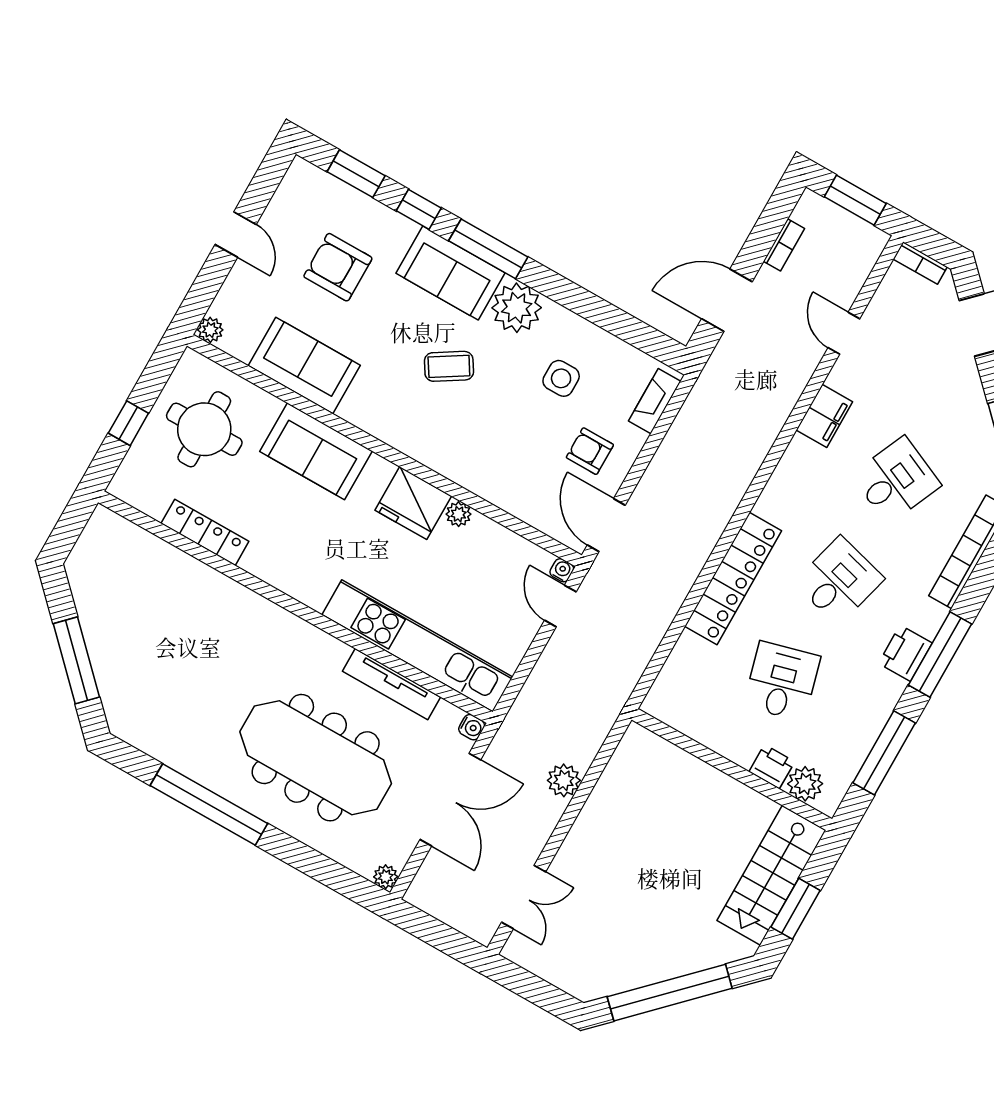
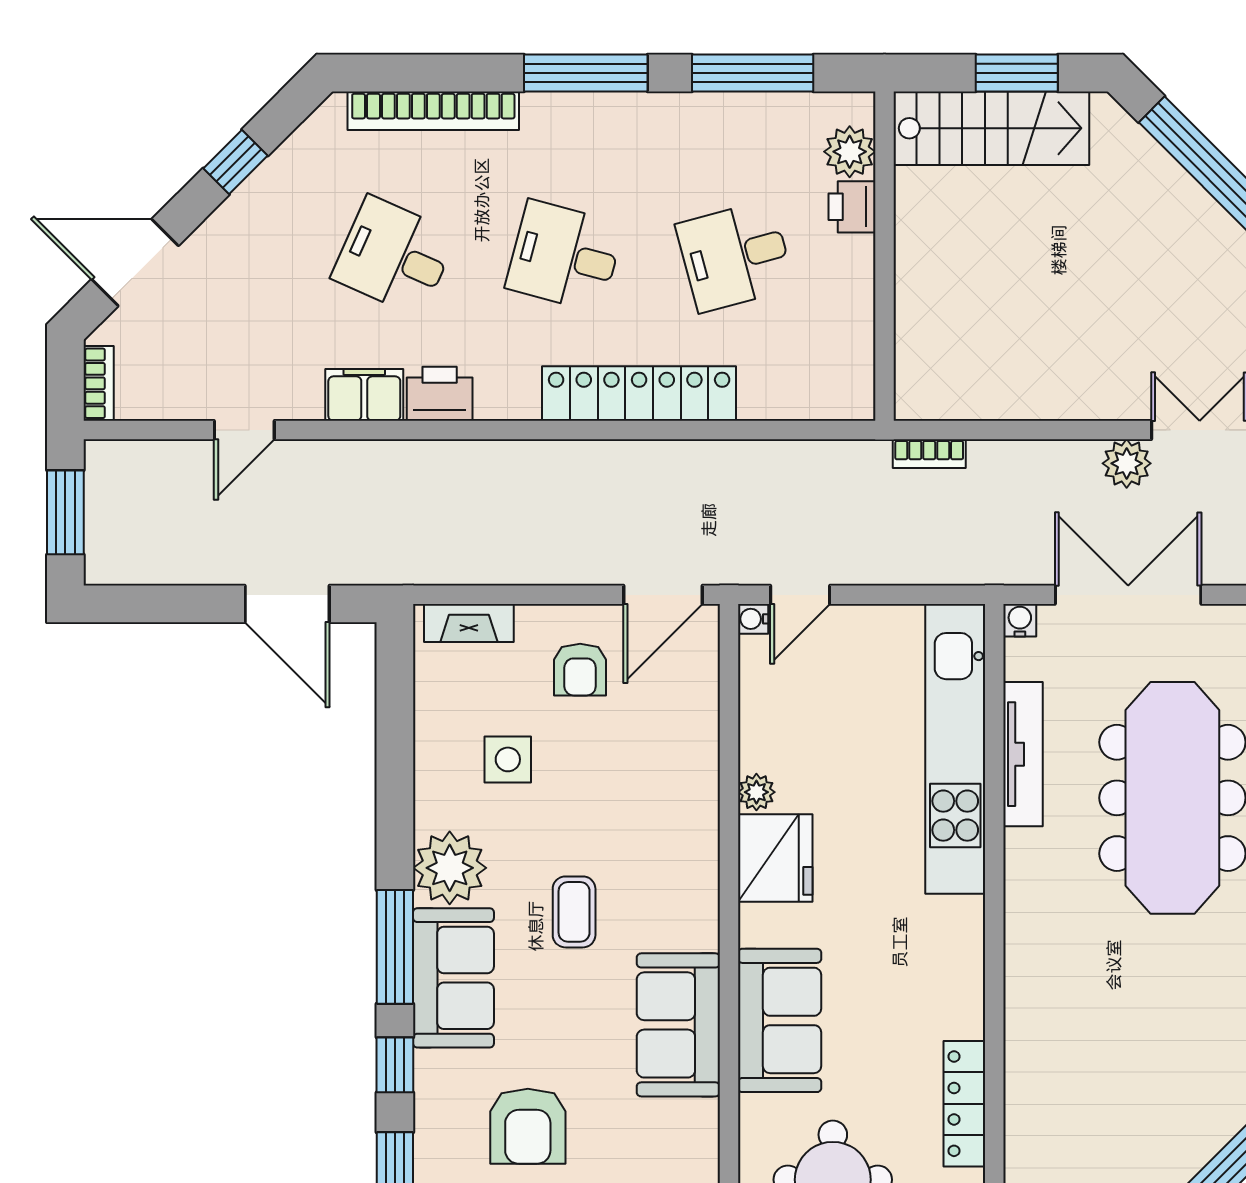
bookcase: (784, 245) -> (929, 454), moved, turned 180
sofa: (304, 365) -> (678, 1025), moved
coffee table: (449, 366) -> (574, 912), turned 32
printer: (905, 653) -> (440, 394), moved, turned 180
plant: (564, 780) -> (1127, 463), moved

